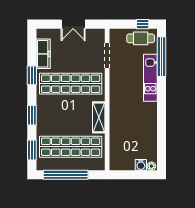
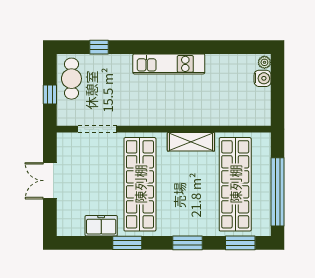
double door: (73, 24) -> (50, 181), swing flipped
window: (143, 24) -> (50, 95), moved
freezer: (43, 54) -> (101, 226), width x0.71
window: (161, 57) -> (99, 47), width x0.32
kitchen unit: (150, 78) -> (169, 64), moved

